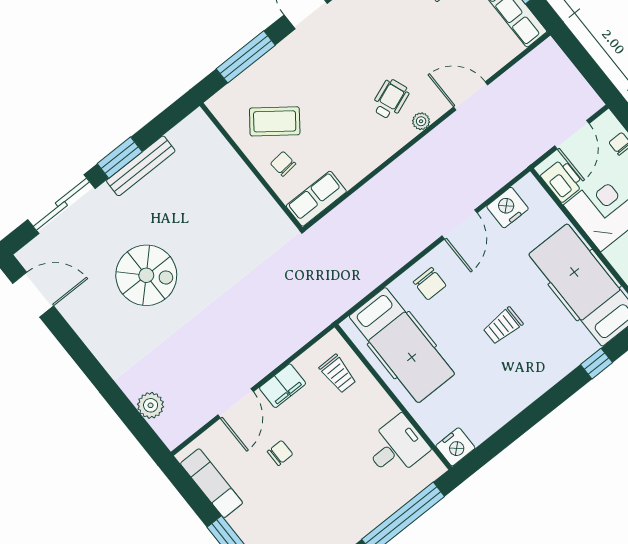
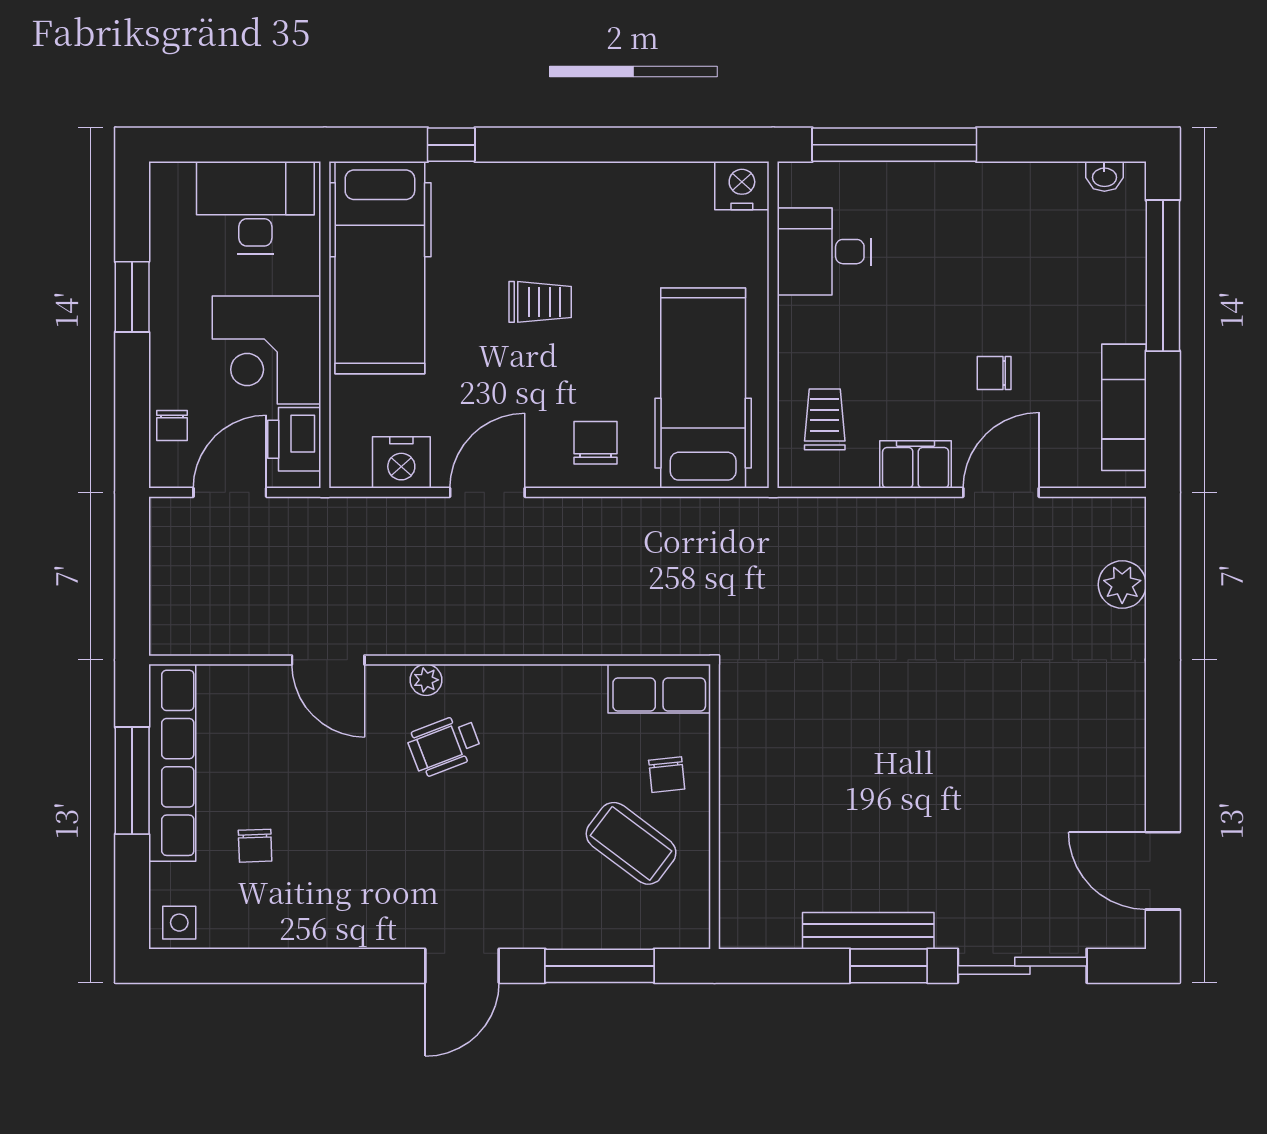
spiral stairs: (146, 275) -> (983, 771), removed

